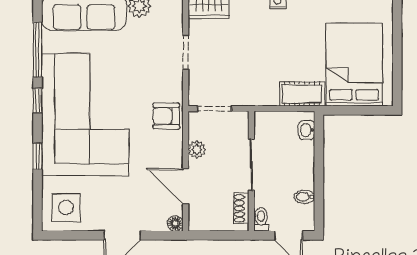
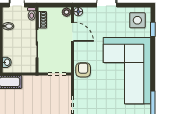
window: (38, 101) -> (153, 78), removed
armchair: (166, 116) -> (83, 70), turned -90
plant: (197, 149) -> (67, 12), moved
window: (38, 156) -> (153, 29), moved

